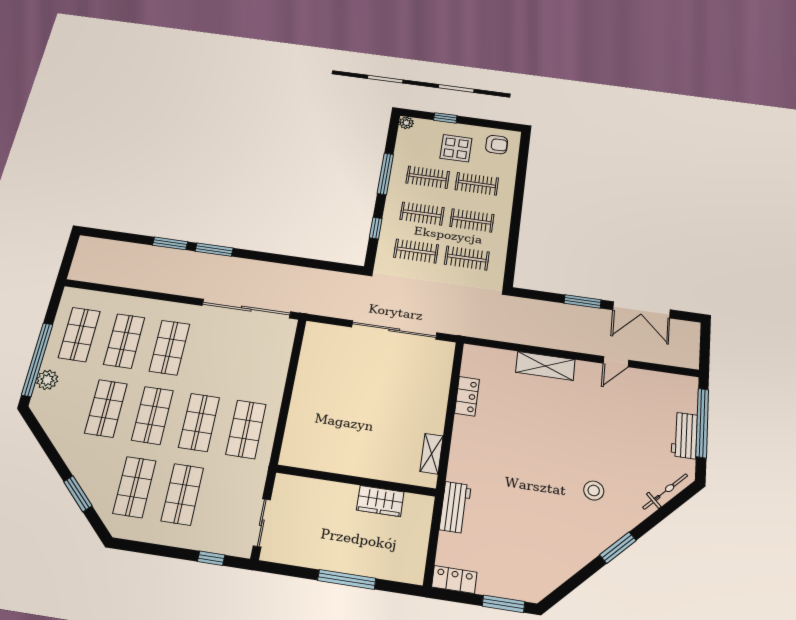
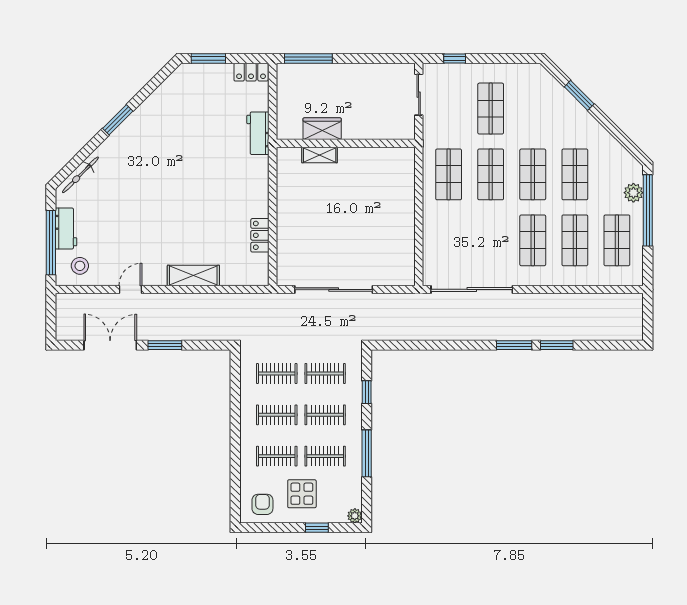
armchair: (497, 145) -> (262, 504), turned 90
shelving: (432, 454) -> (320, 155), moved, turned 90
shop shelf: (134, 487) -> (533, 109), removed
stool: (594, 491) -> (80, 266), moved
window: (347, 579) -> (308, 59), moved

